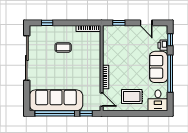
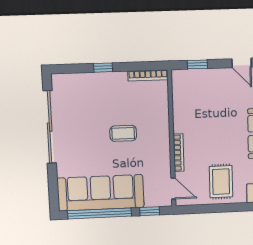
window: (47, 23) -> (103, 68), moved
coffee table: (63, 47) -> (123, 133), moved
rug: (132, 96) -> (221, 182), turned 90

